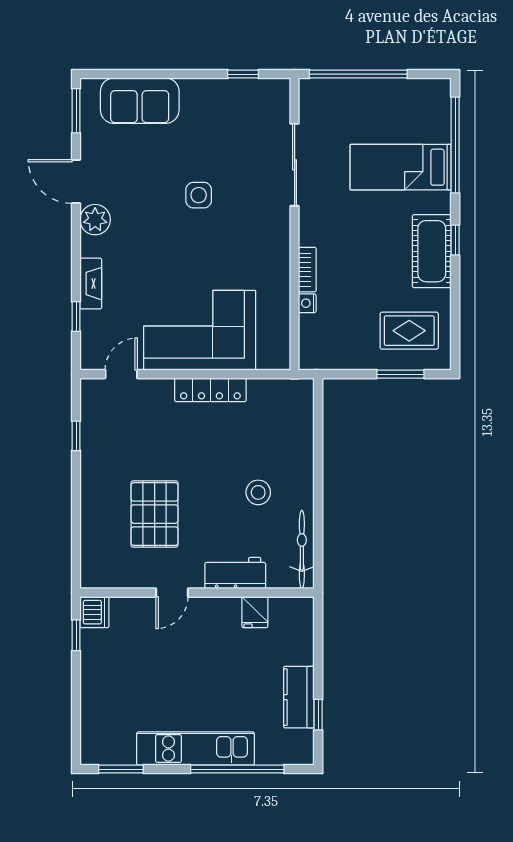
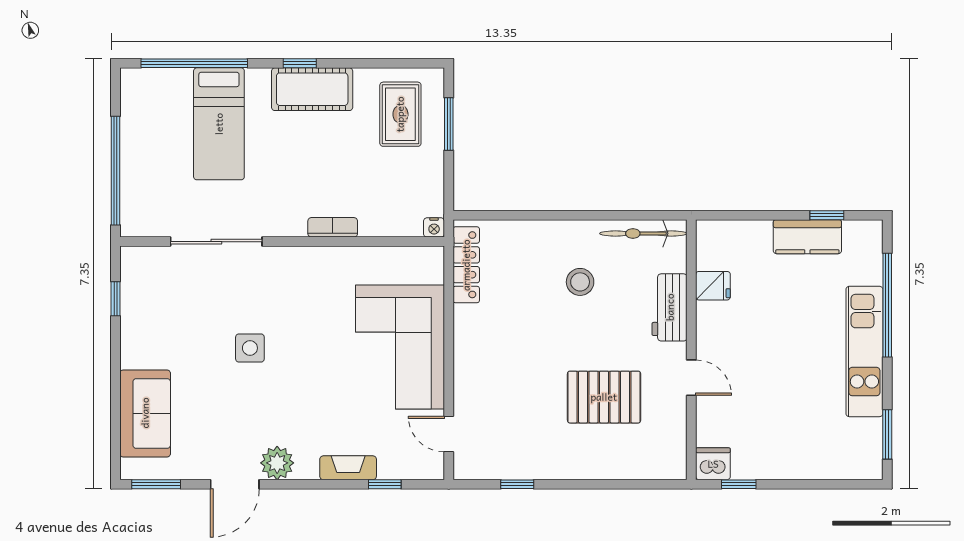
nightstand: (307, 303) -> (434, 227), moved
locker: (210, 390) -> (466, 265), moved

